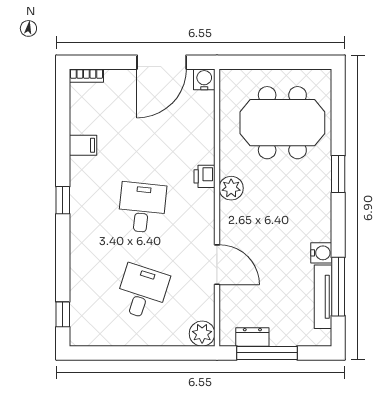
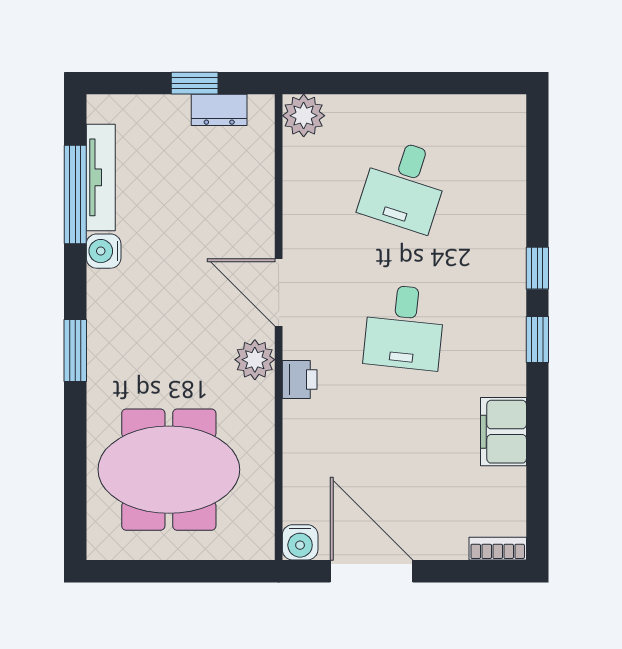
door: (162, 62) -> (371, 571), hinge flipped
filing cabinet: (83, 145) -> (503, 432), width x2.00
window: (338, 174) -> (75, 351), moved
door: (217, 265) -> (279, 292), moved
window: (63, 314) -> (537, 268), moved
window: (267, 353) -> (195, 83), width x0.46

